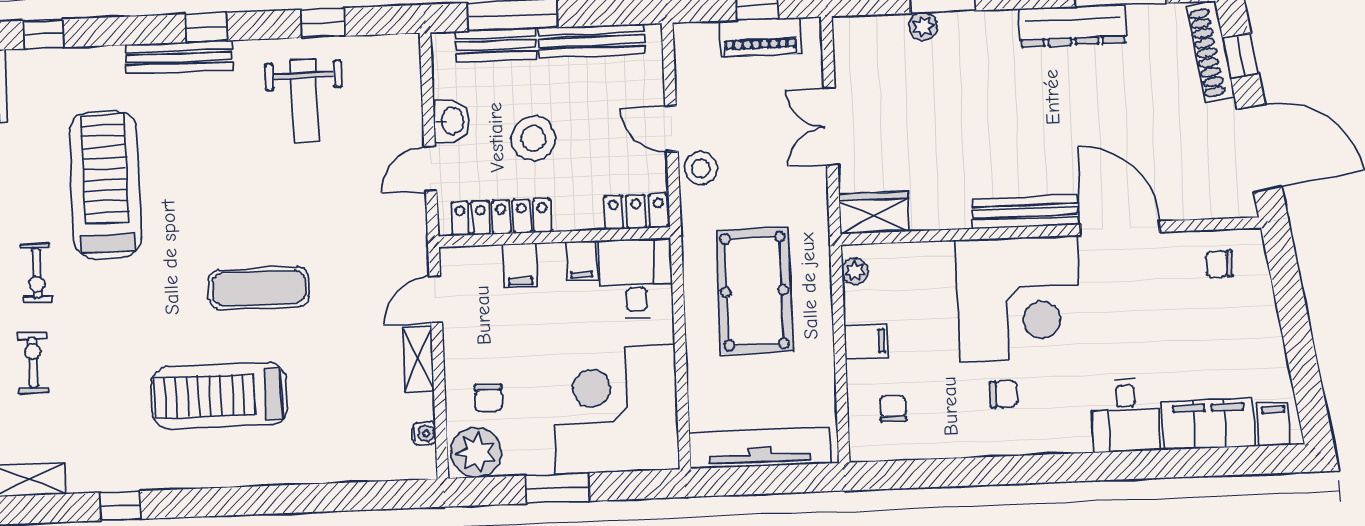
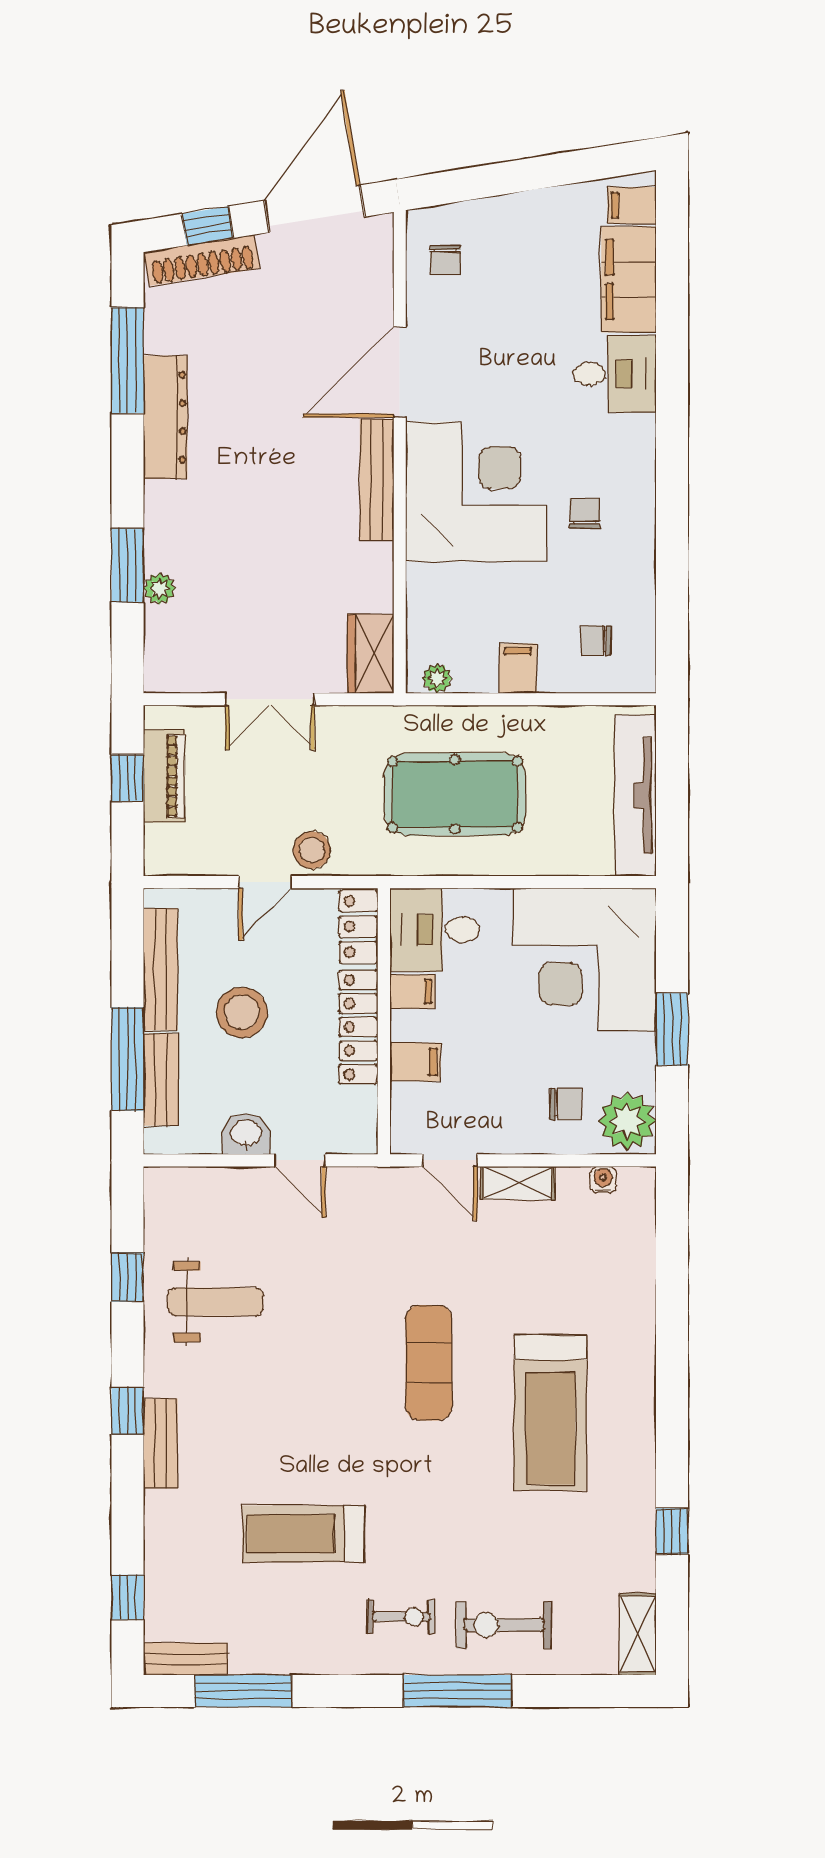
bench: (179, 57) -> (161, 1444), width x0.73
stool: (533, 138) -> (242, 1012), moved
treadmill: (105, 185) -> (303, 1534), width x0.73, depth x0.73
locker: (501, 217) -> (358, 1027), moved
exercise bike: (33, 363) -> (504, 1625), width x1.38, depth x1.39

